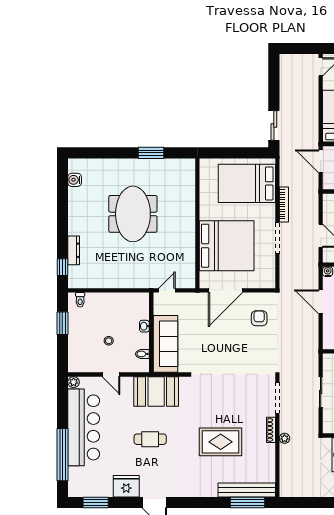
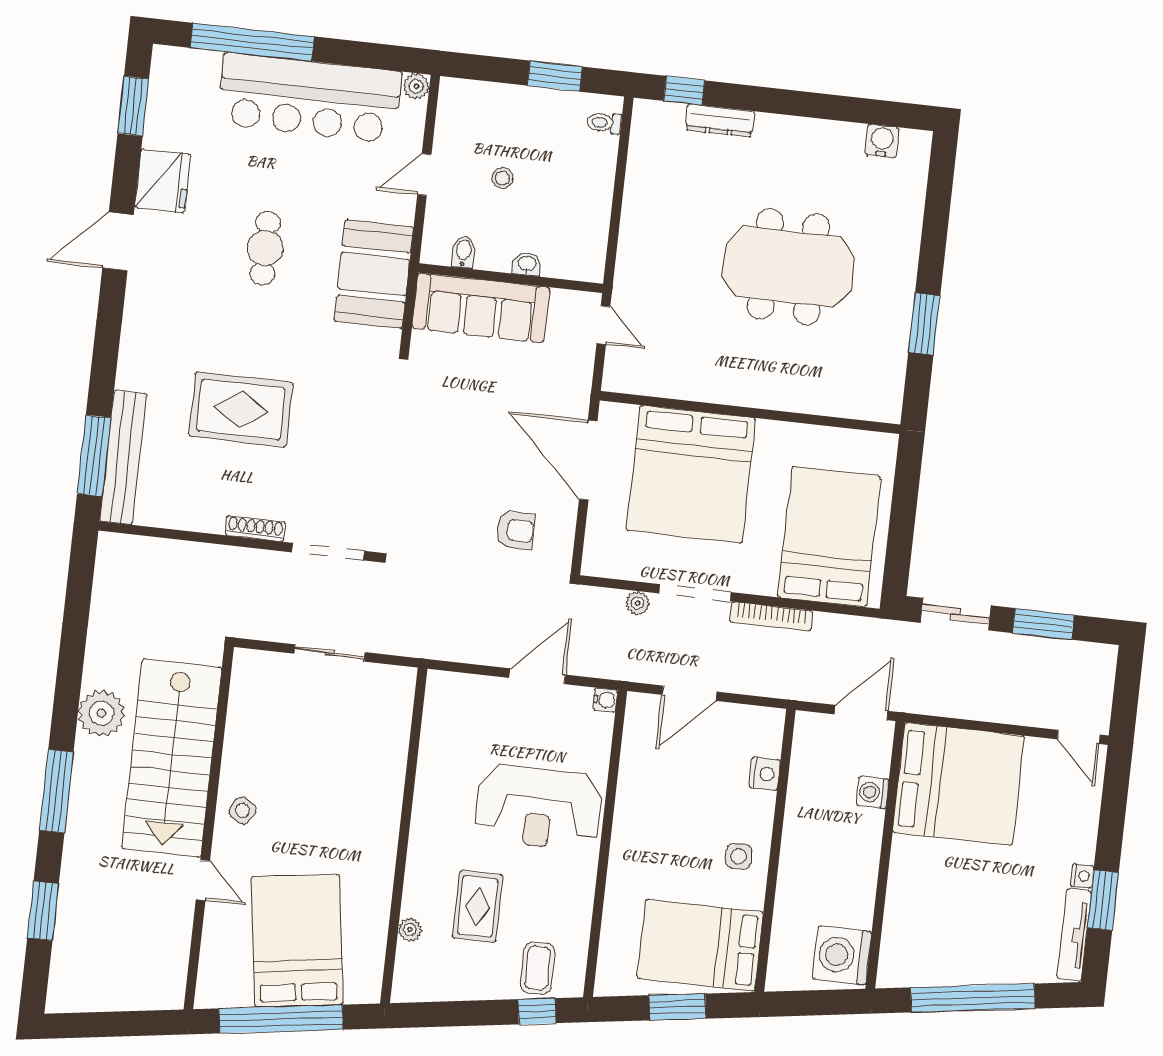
window: (274, 87) -> (1043, 624), added
plant: (284, 438) -> (638, 603), moved
rug: (221, 442) -> (241, 409), turned 90

